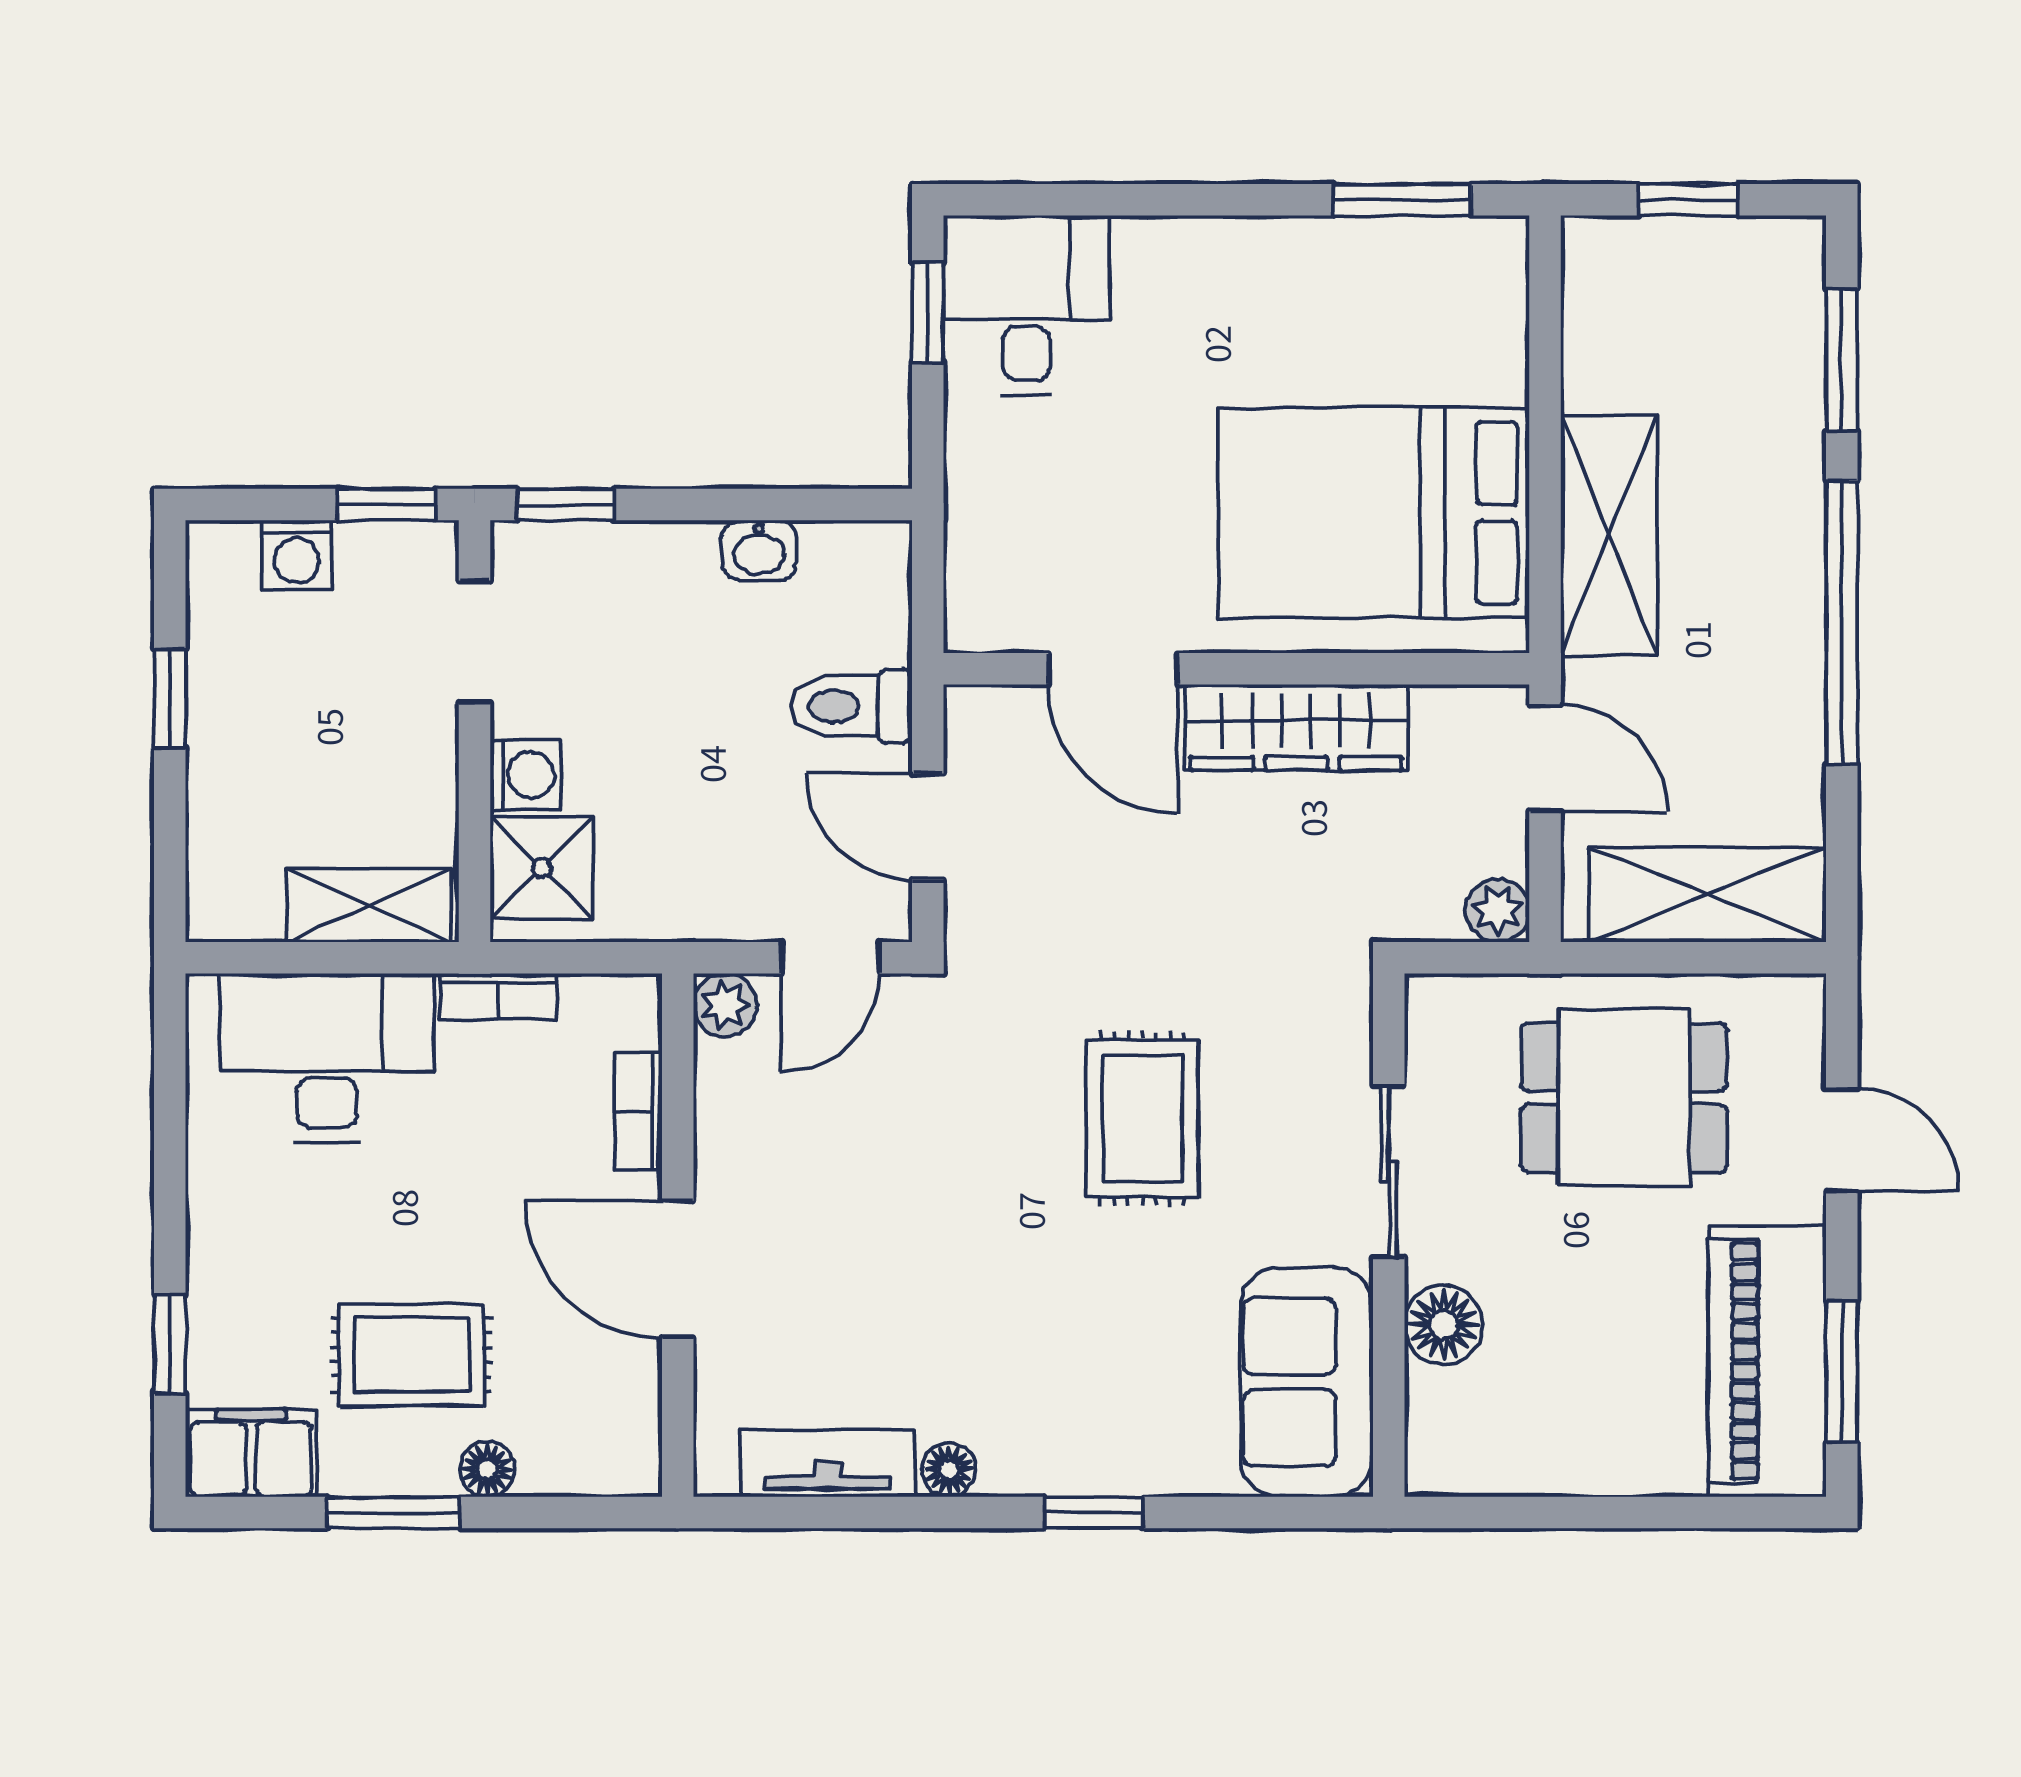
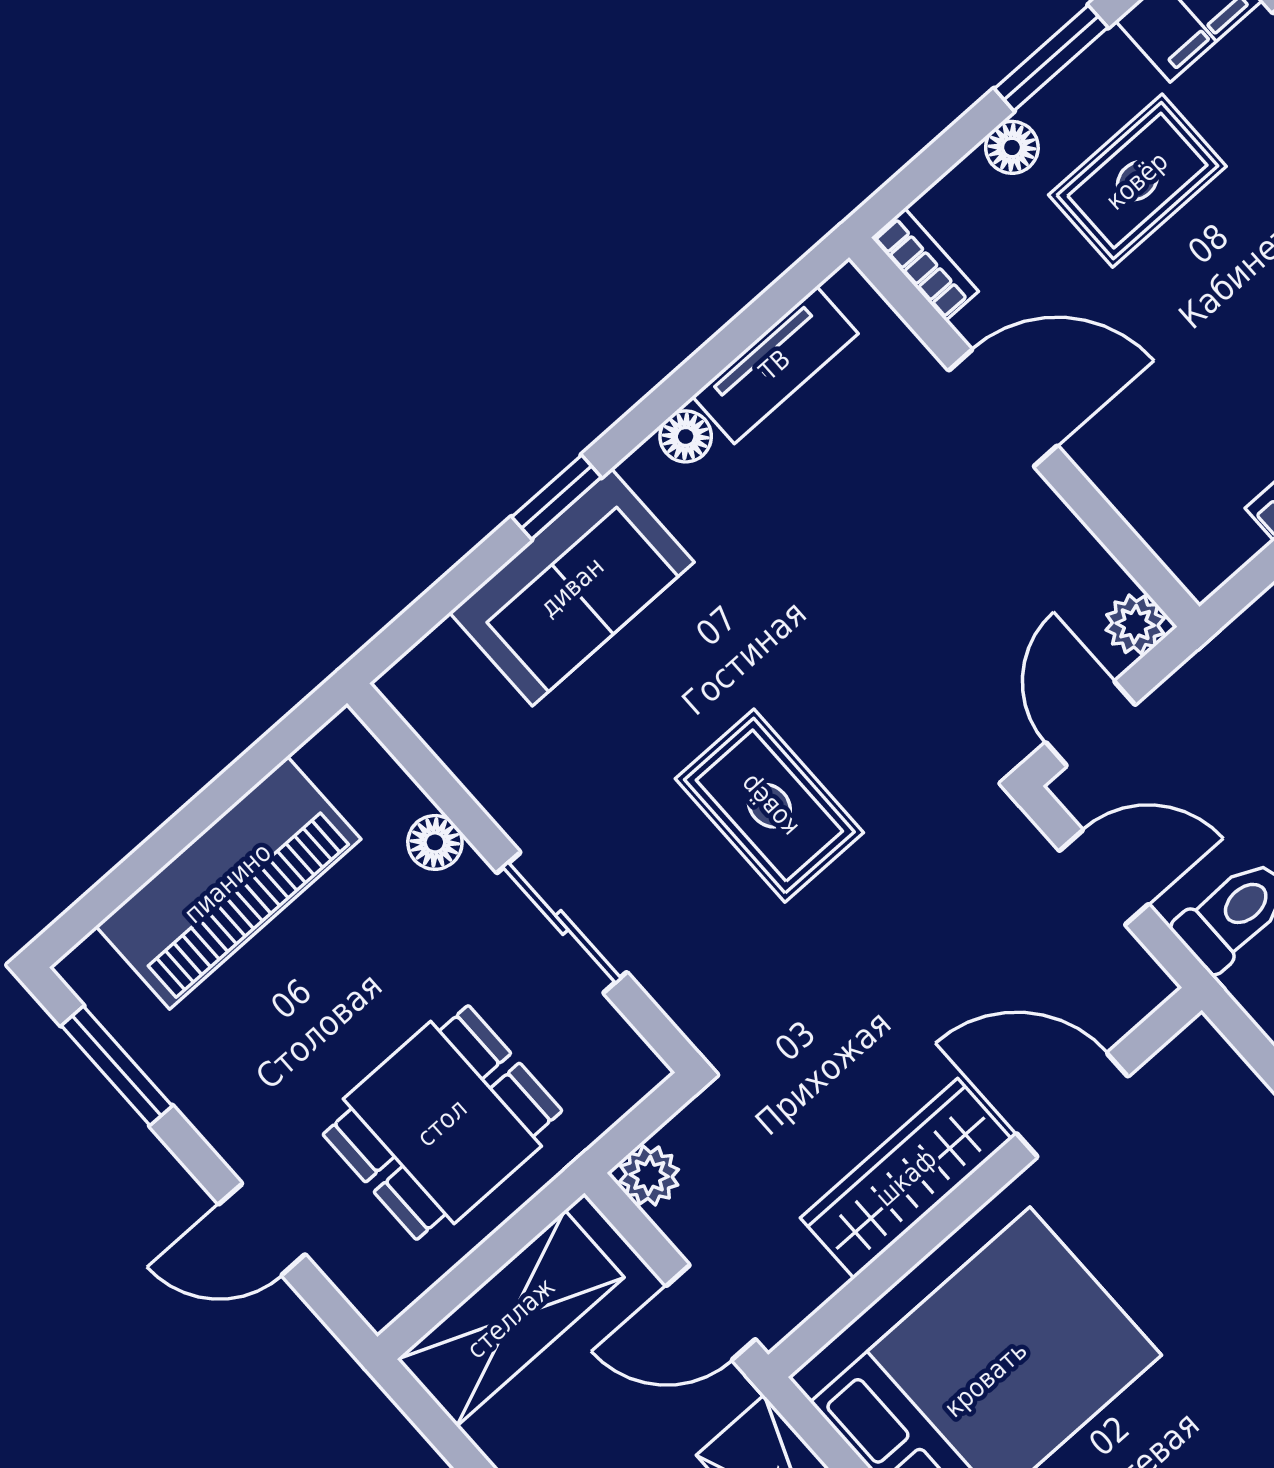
bookcase: (638, 1112) -> (925, 264), moved
floor lamp: (1444, 1325) -> (435, 842), width x0.73, depth x0.73
piano: (1767, 1361) -> (228, 883), moved, turned 90
sofa: (1307, 1382) -> (572, 587), moved, turned 90

